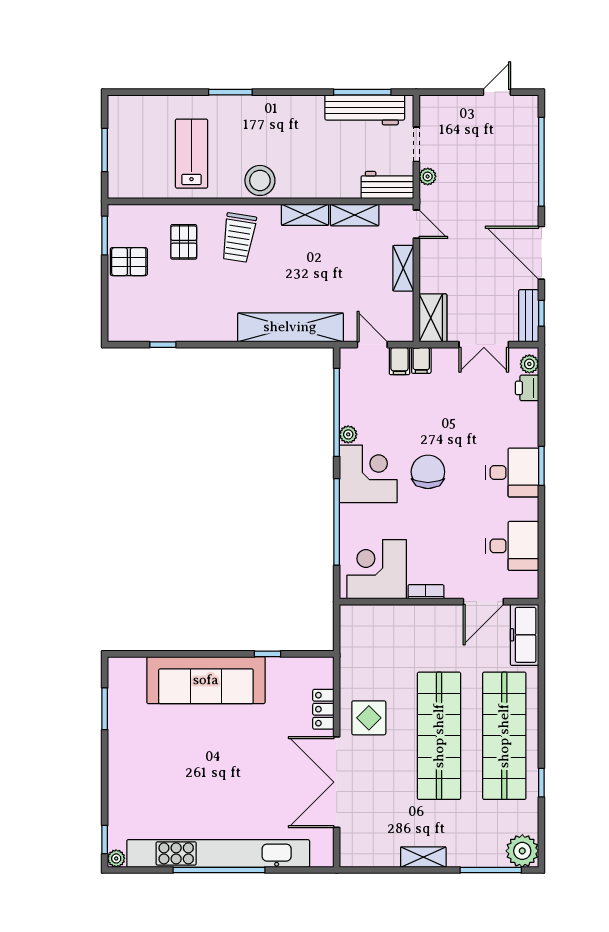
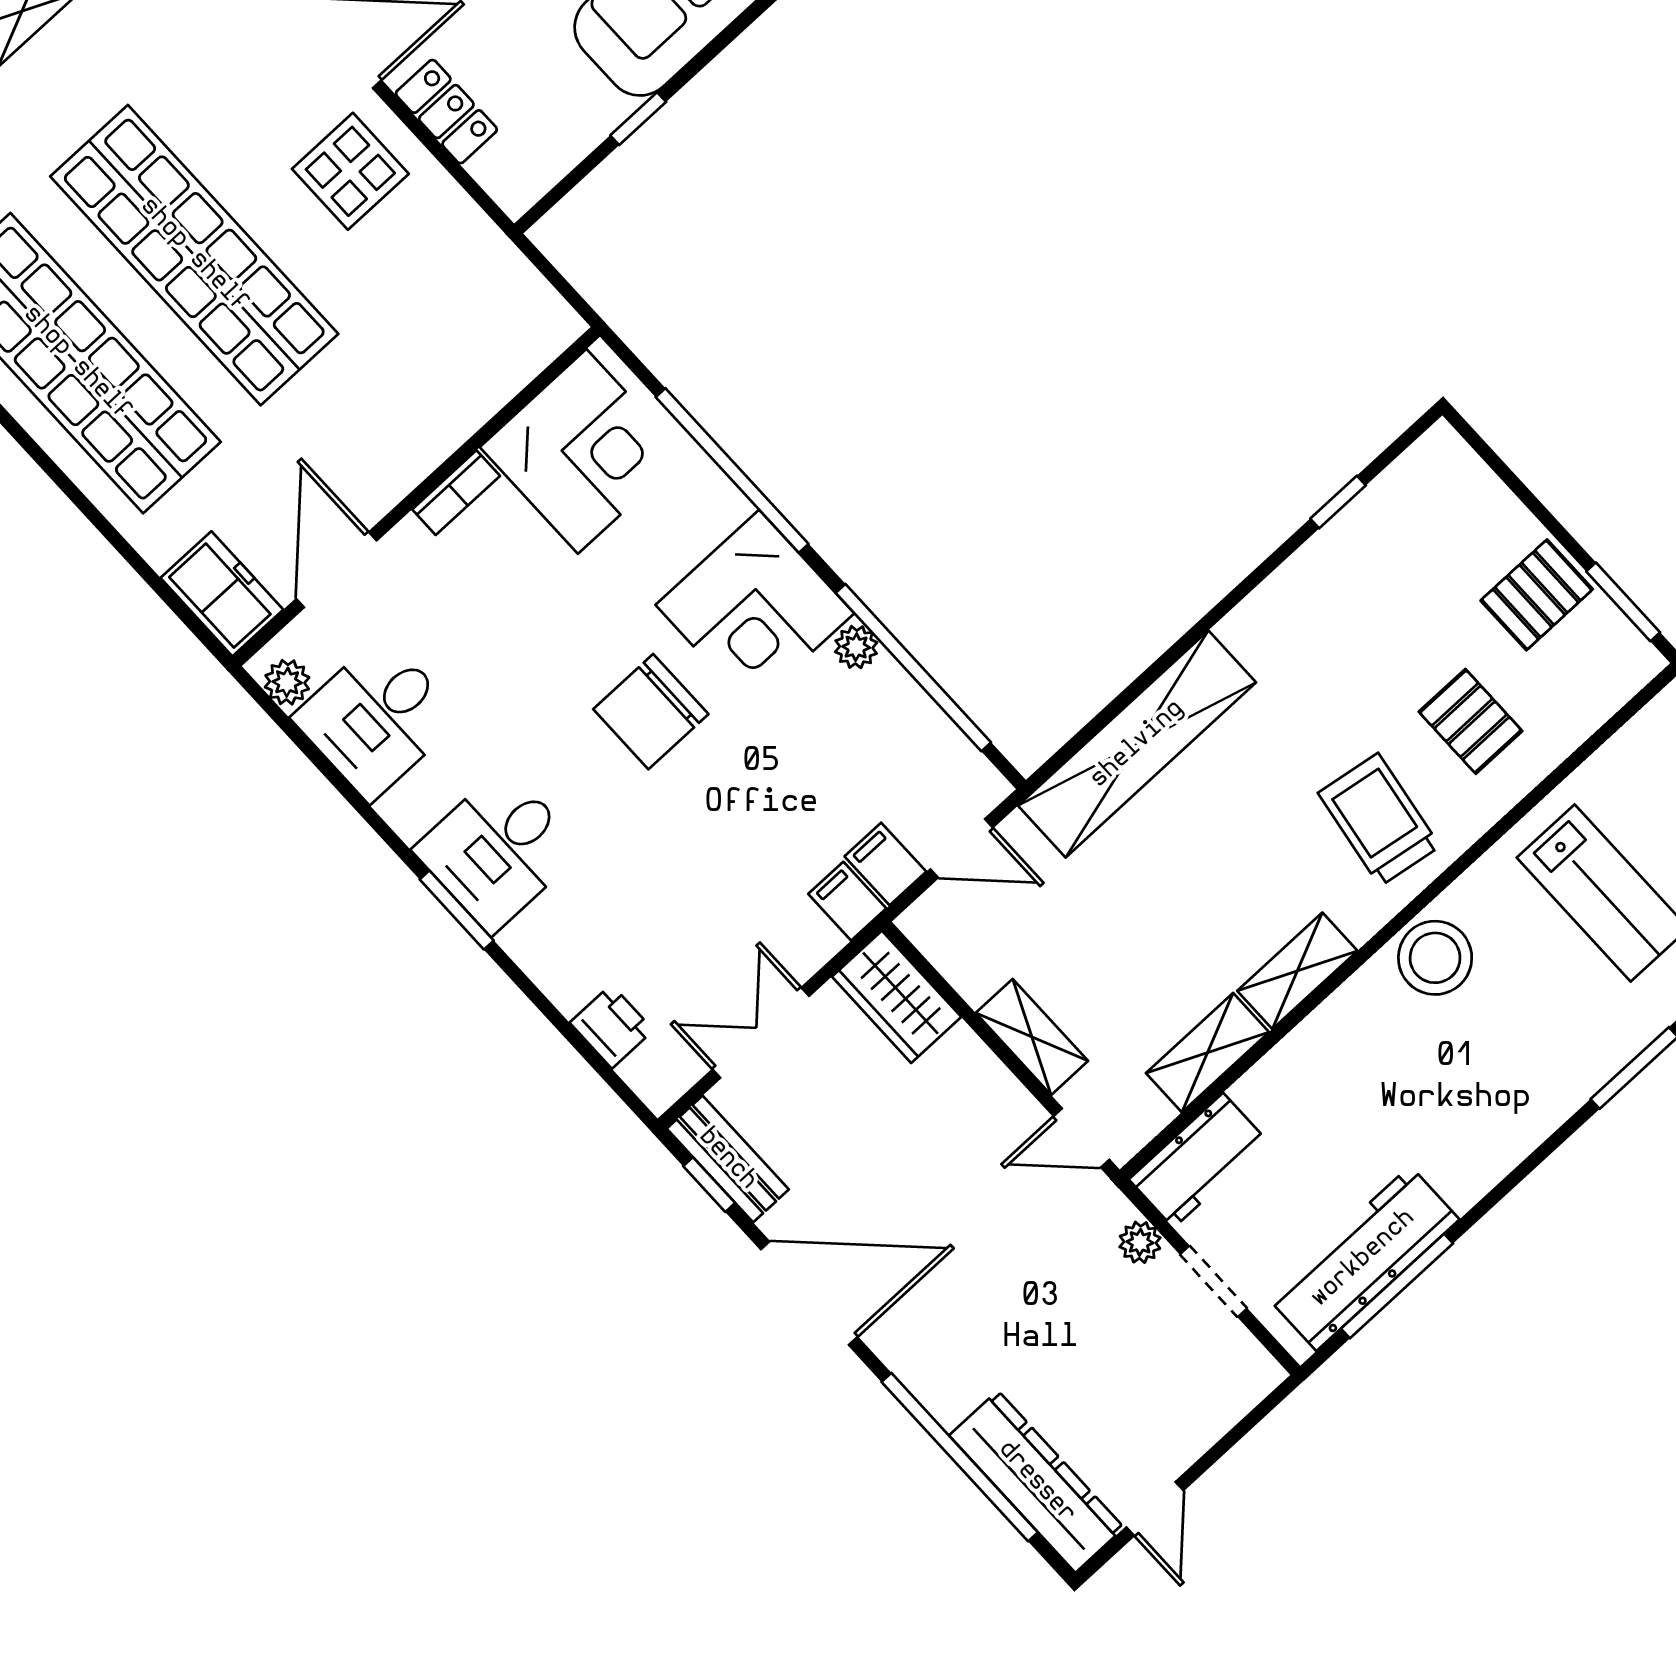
dresser: (525, 133) -> (1037, 1482), added
plant: (529, 364) -> (287, 682), moved
chair: (428, 472) -> (651, 712), turned 90
freezer: (524, 635) -> (222, 594), width x0.71

